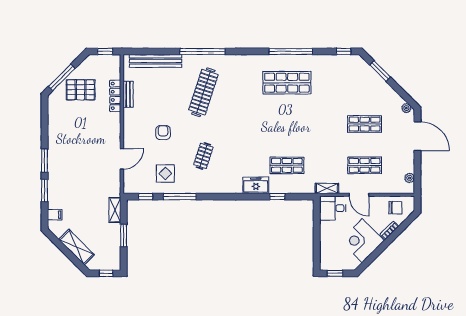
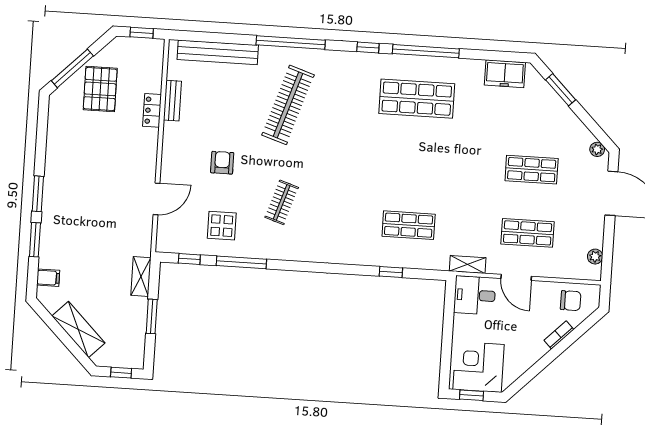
window: (344, 51) -> (368, 47), moved
pallet: (81, 90) -> (100, 89), turned 90
locker: (115, 96) -> (152, 110), width x0.66
freezer: (256, 185) -> (505, 74), moved, turned 180
corner desk: (362, 241) -> (479, 367), moved, turned 45

